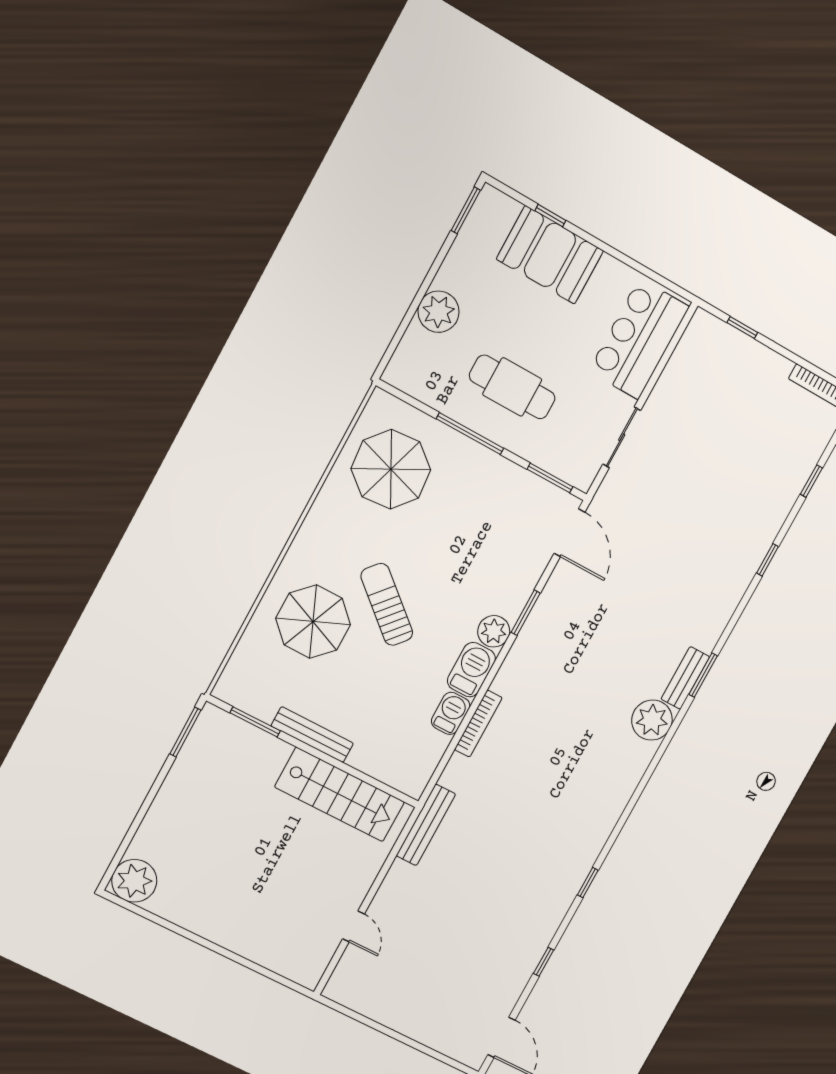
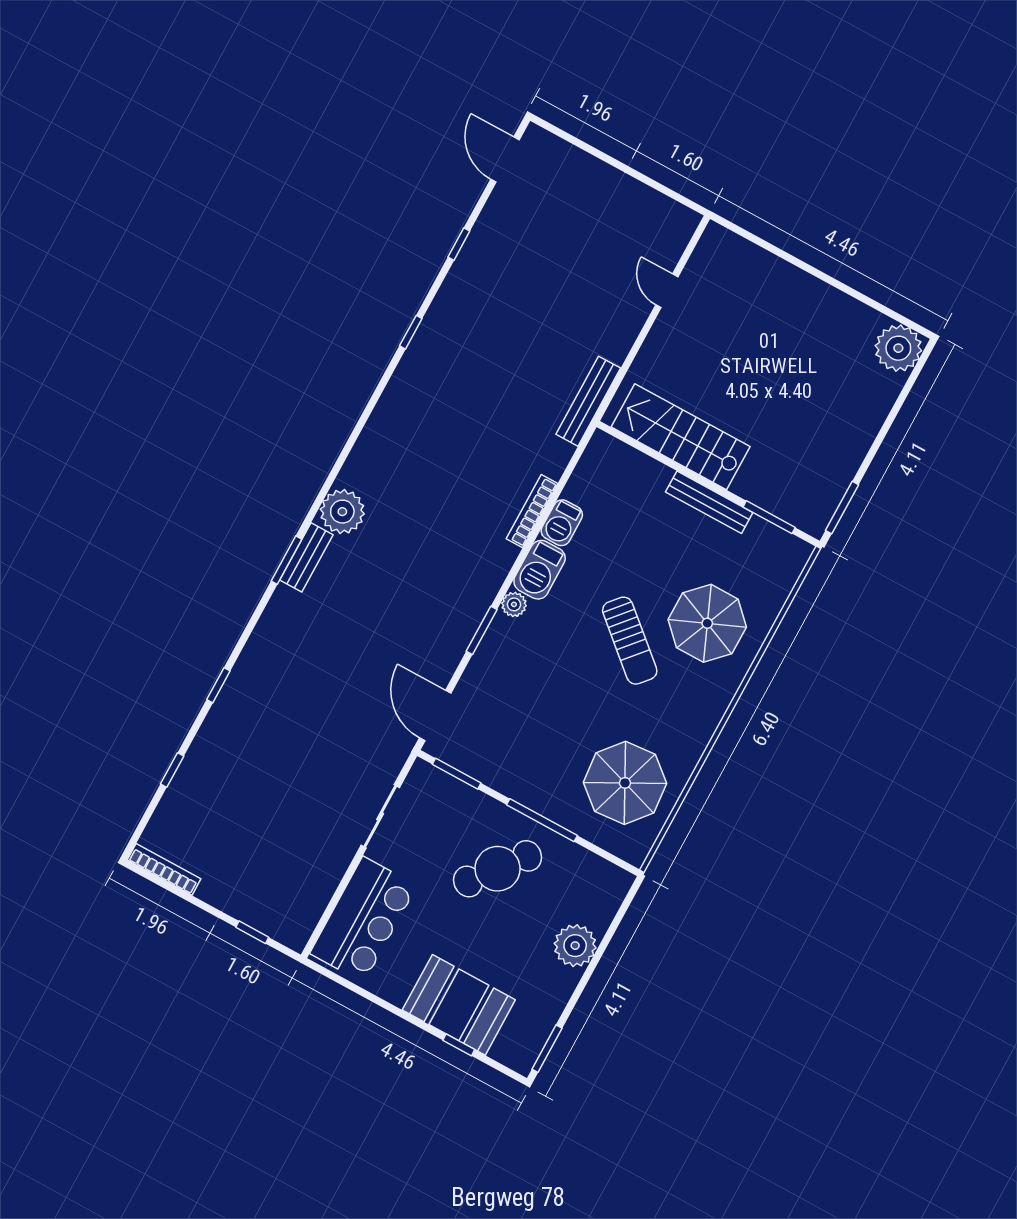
cafe table: (512, 387) -> (498, 869), turned -52
plant: (494, 631) -> (514, 604), width x0.73, depth x0.73

